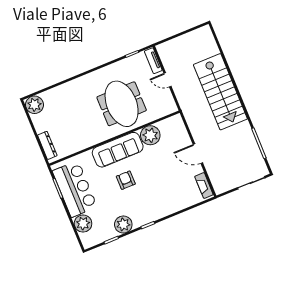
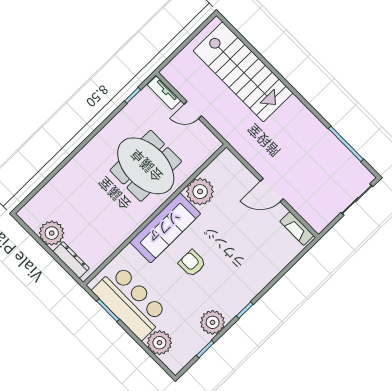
stairs: (220, 92) -> (243, 72), moved
plant: (35, 105) -> (52, 233), moved

